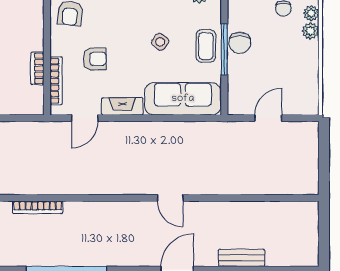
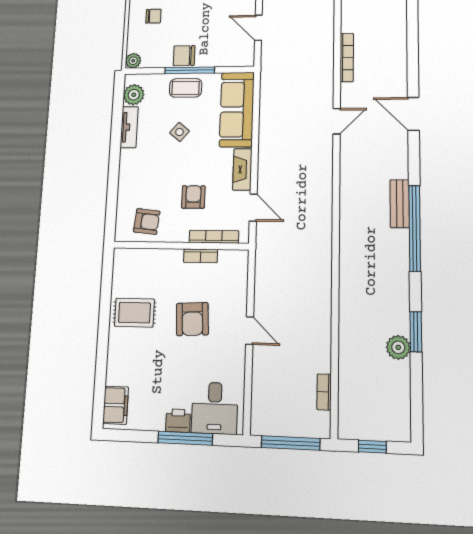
chair: (240, 43) -> (184, 56), turned 180
bookcase: (38, 207) -> (347, 57), moved
bench: (242, 258) -> (400, 204), moved

